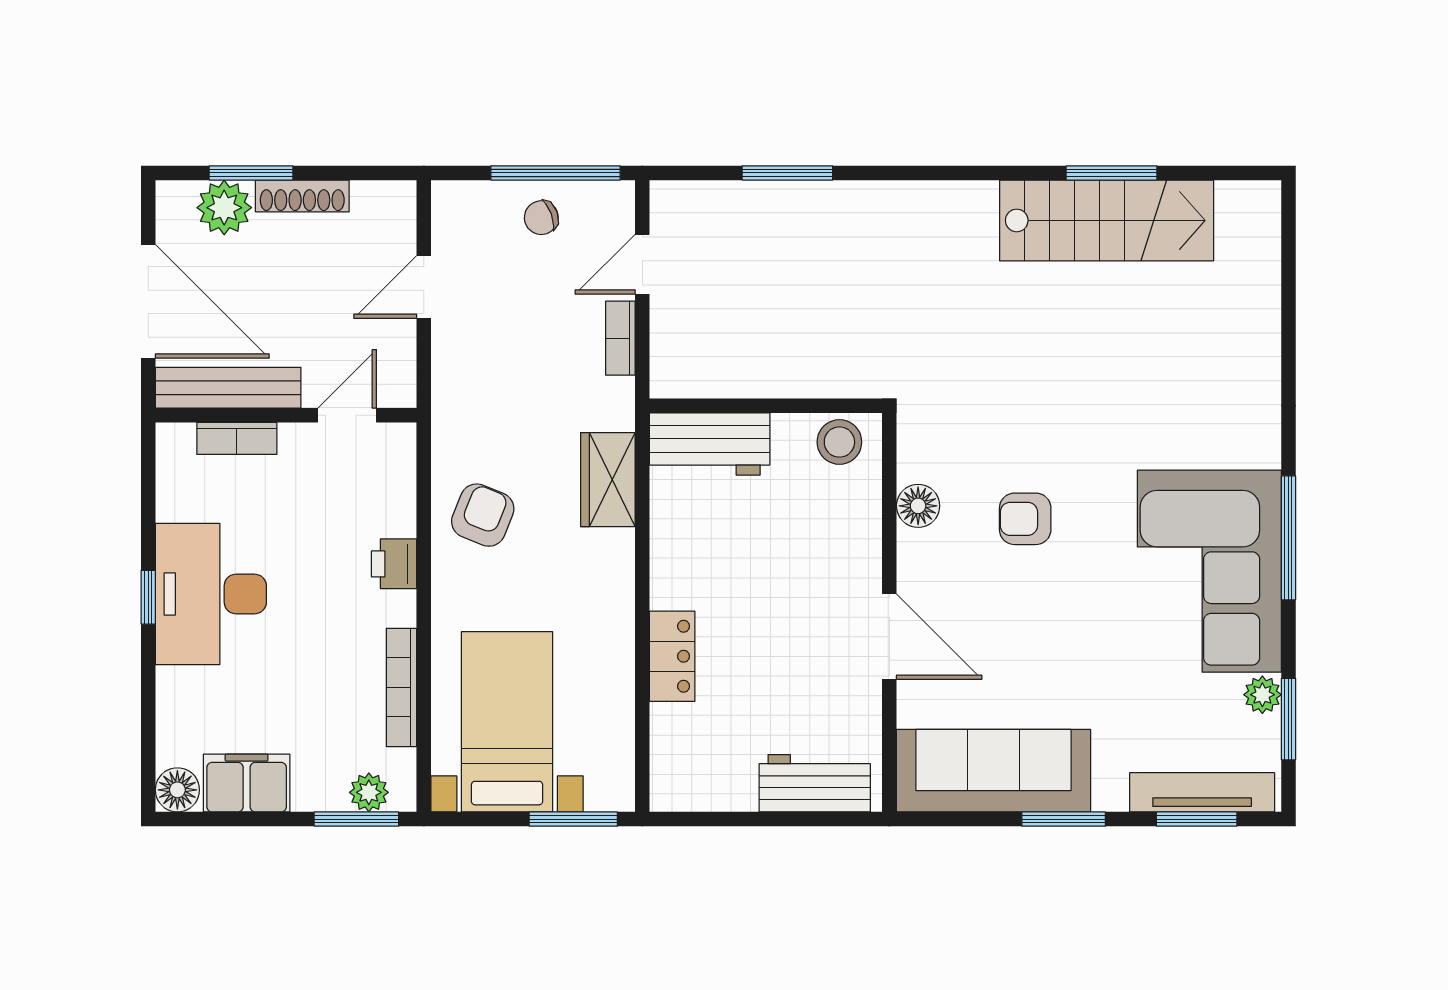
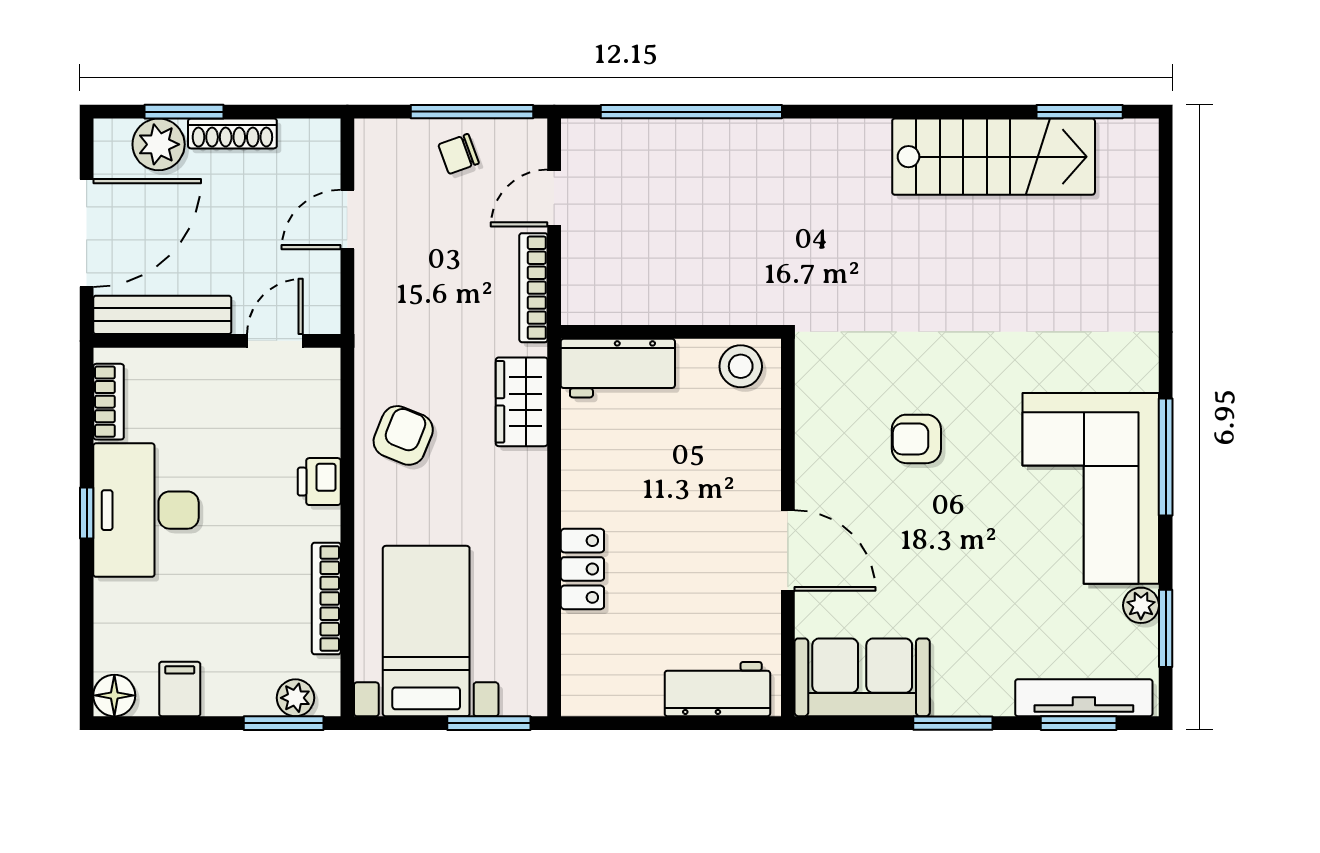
window: (787, 173) -> (691, 112), width x2.11
window: (1112, 173) -> (1080, 112), moved
door: (148, 301) -> (87, 233), hinge flipped
bookcase: (620, 338) -> (533, 288), width x1.56
bookcase: (237, 438) -> (109, 402), moved, turned -90
floor lamp: (918, 506) -> (815, 427), removed
sofa: (994, 771) -> (862, 677), width x0.73
filing cabinet: (247, 783) -> (180, 689), width x0.50

